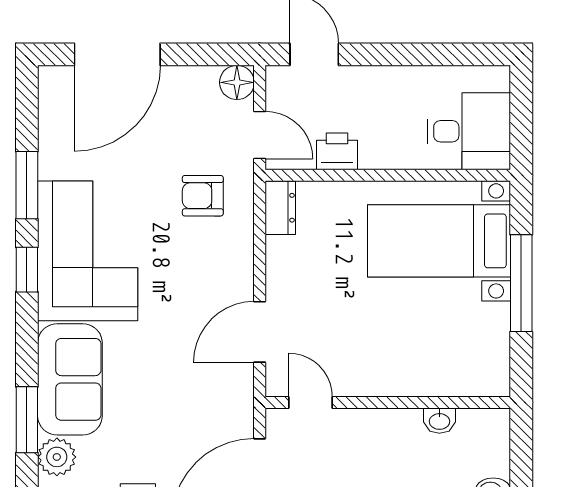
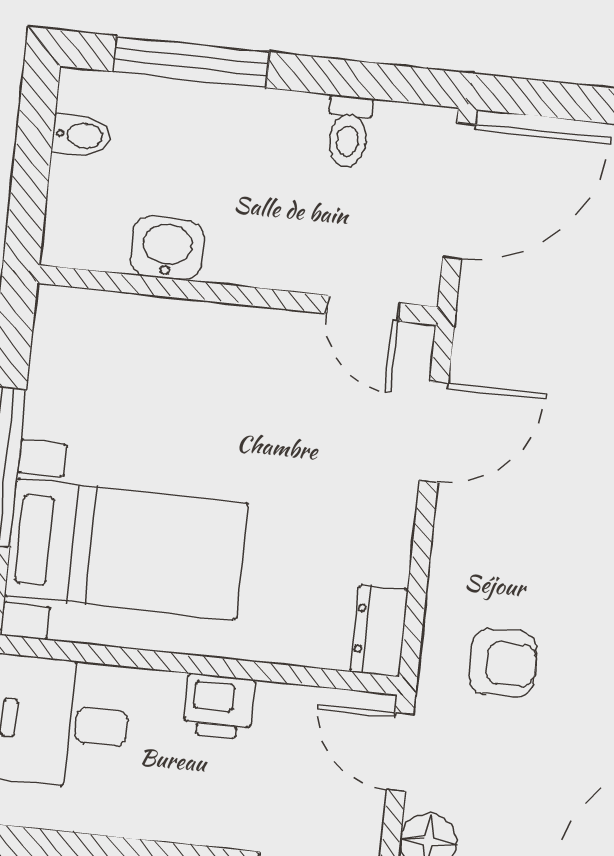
printer: (337, 151) -> (219, 706), moved
washbasin: (439, 421) -> (167, 248), width x1.38, depth x1.45

